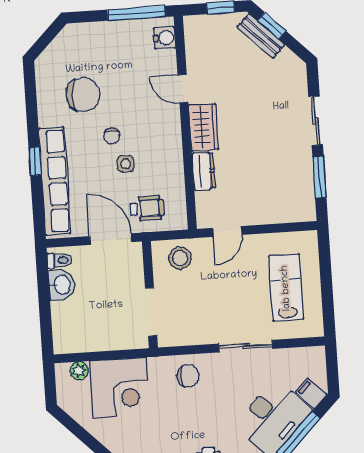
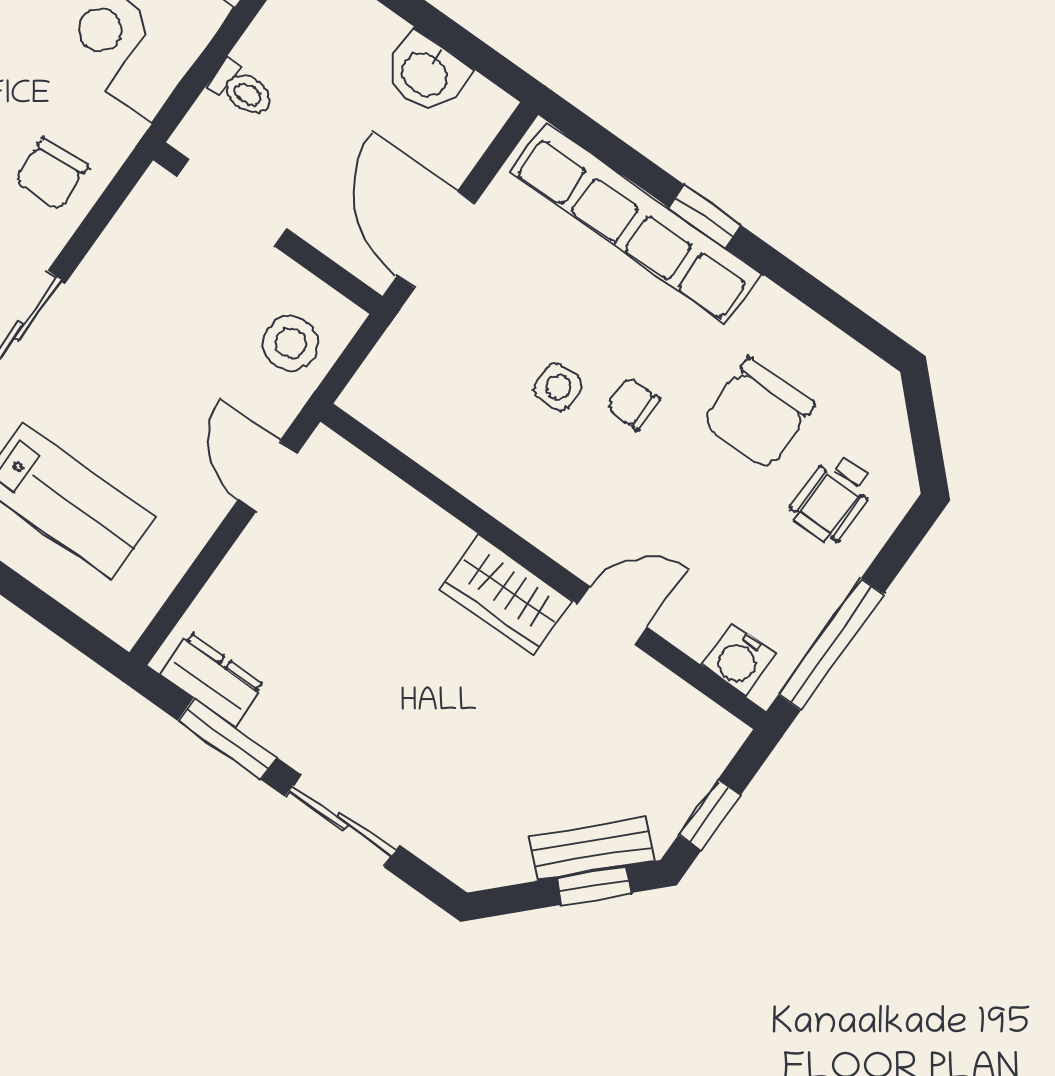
dresser: (203, 171) -> (212, 679), moved, turned 180
wheelchair: (147, 208) -> (833, 499), moved
door: (111, 239) -> (436, 239), swing flipped
toilet: (60, 260) -> (241, 89), moved, turned -90

